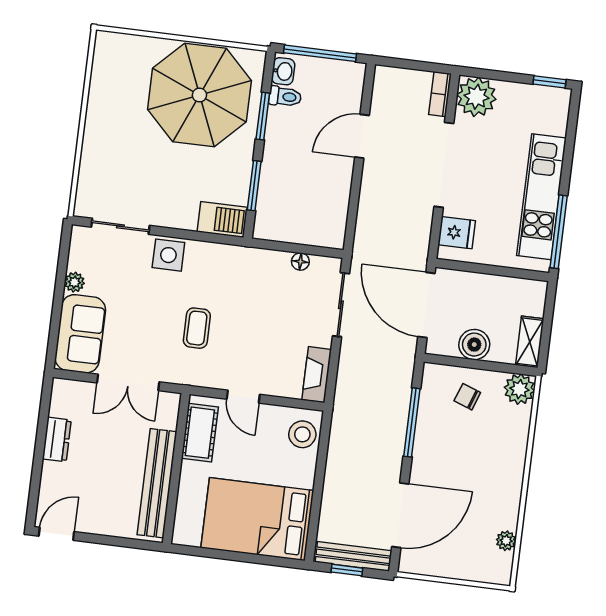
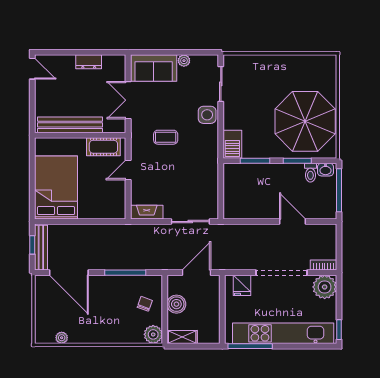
kitchen unit: (541, 197) -> (283, 333), width x1.36
floor lamp: (300, 262) -> (213, 194), removed
door: (426, 305) -> (197, 273), width x0.73
stool: (302, 434) -> (110, 208), removed

